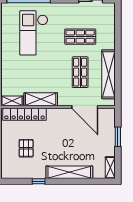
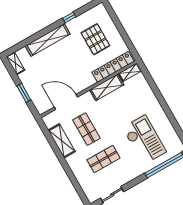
shelving: (108, 74) -> (62, 141), width x0.68
pallet: (26, 148) -> (95, 39), width x1.50, depth x1.42

